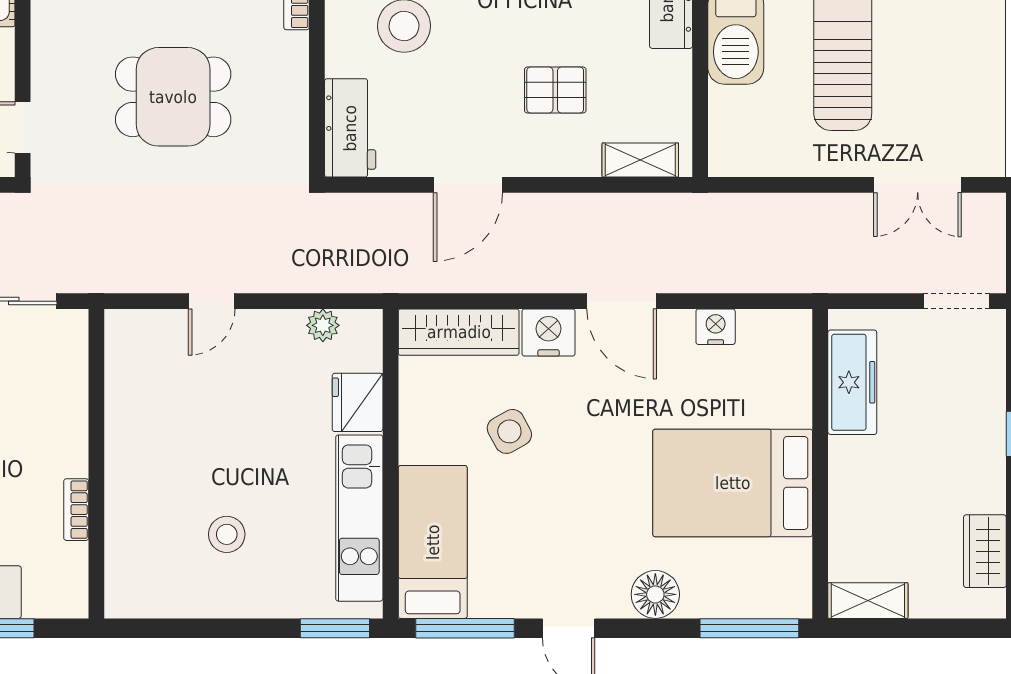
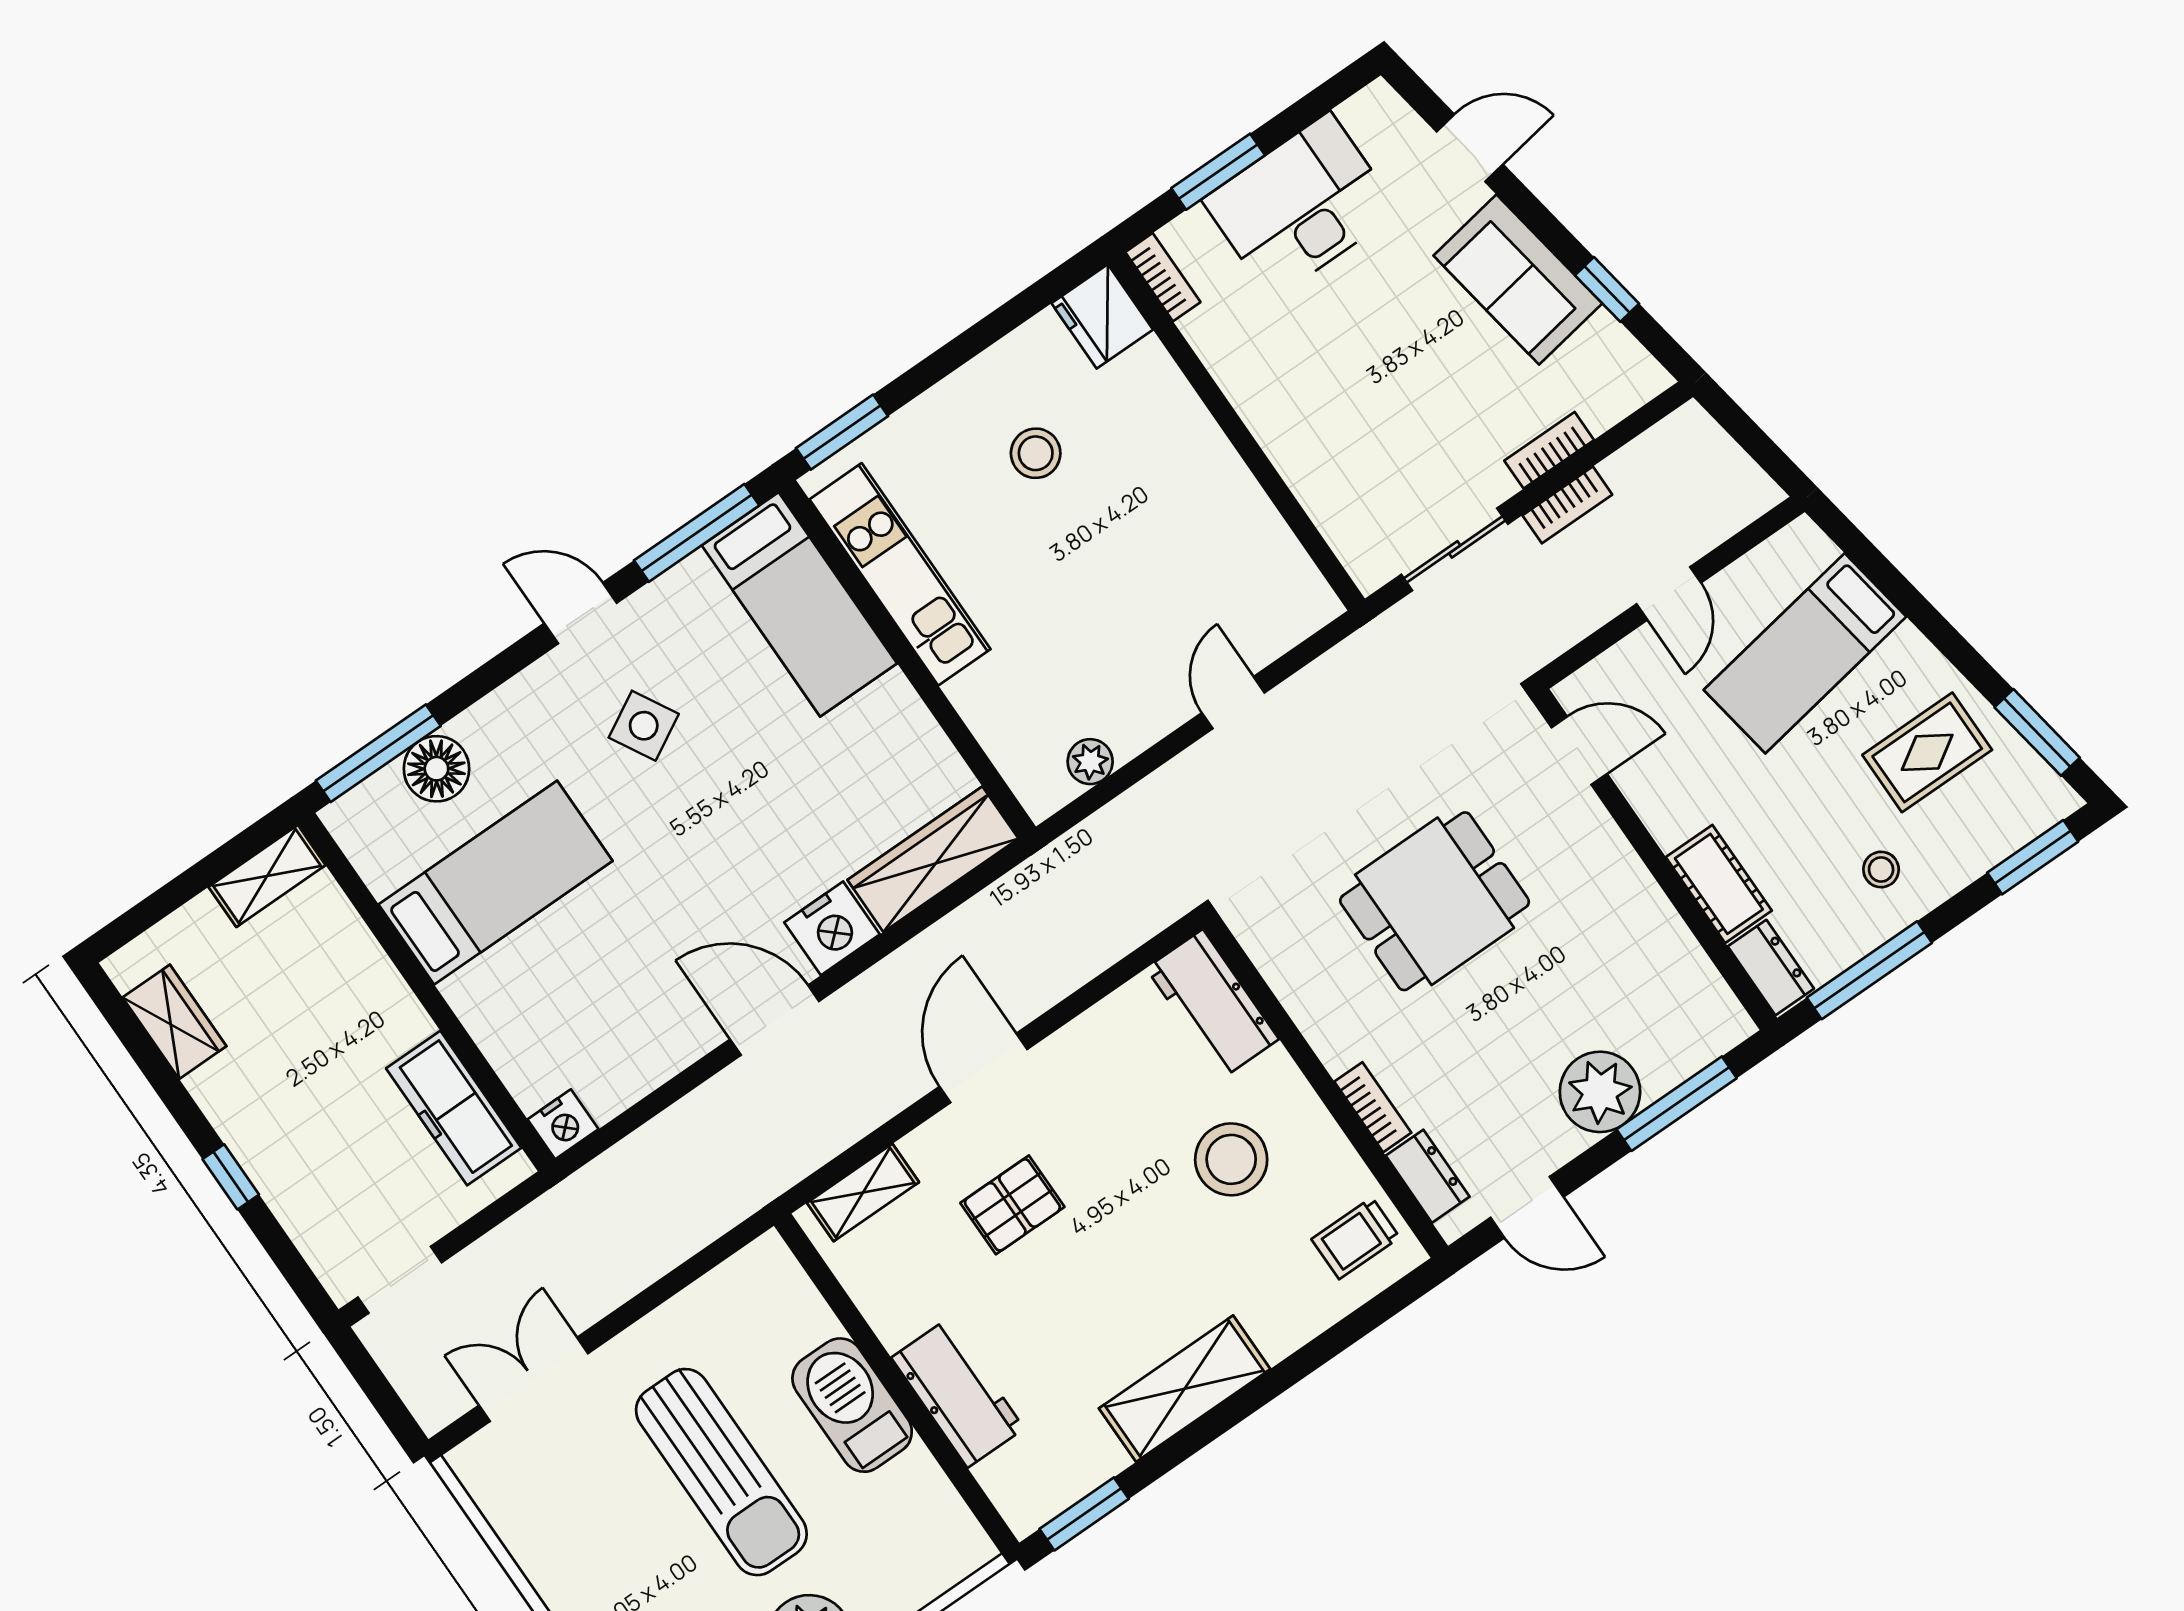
door: (468, 185) -> (983, 1068), moved
nightstand: (716, 327) -> (563, 1124), moved
fridge: (358, 402) -> (1102, 316), moved, turned 180
side table: (509, 431) -> (644, 726), moved
bed: (733, 483) -> (496, 883), width x0.67
bookcase: (76, 510) -> (1163, 277), moved
floor lamp: (655, 594) -> (436, 769), moved

